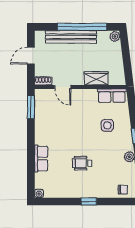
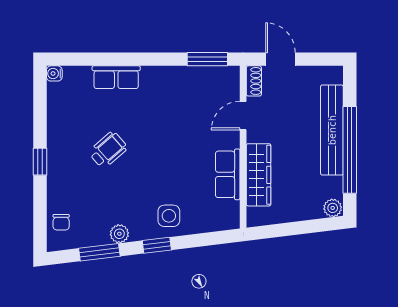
door: (31, 56) -> (280, 59), moved
wardrobe: (96, 78) -> (259, 175), width x1.50
row of seats: (112, 96) -> (228, 174), moved
side table: (107, 125) -> (169, 216), moved
wheelchair: (82, 163) -> (108, 150), turned 49

